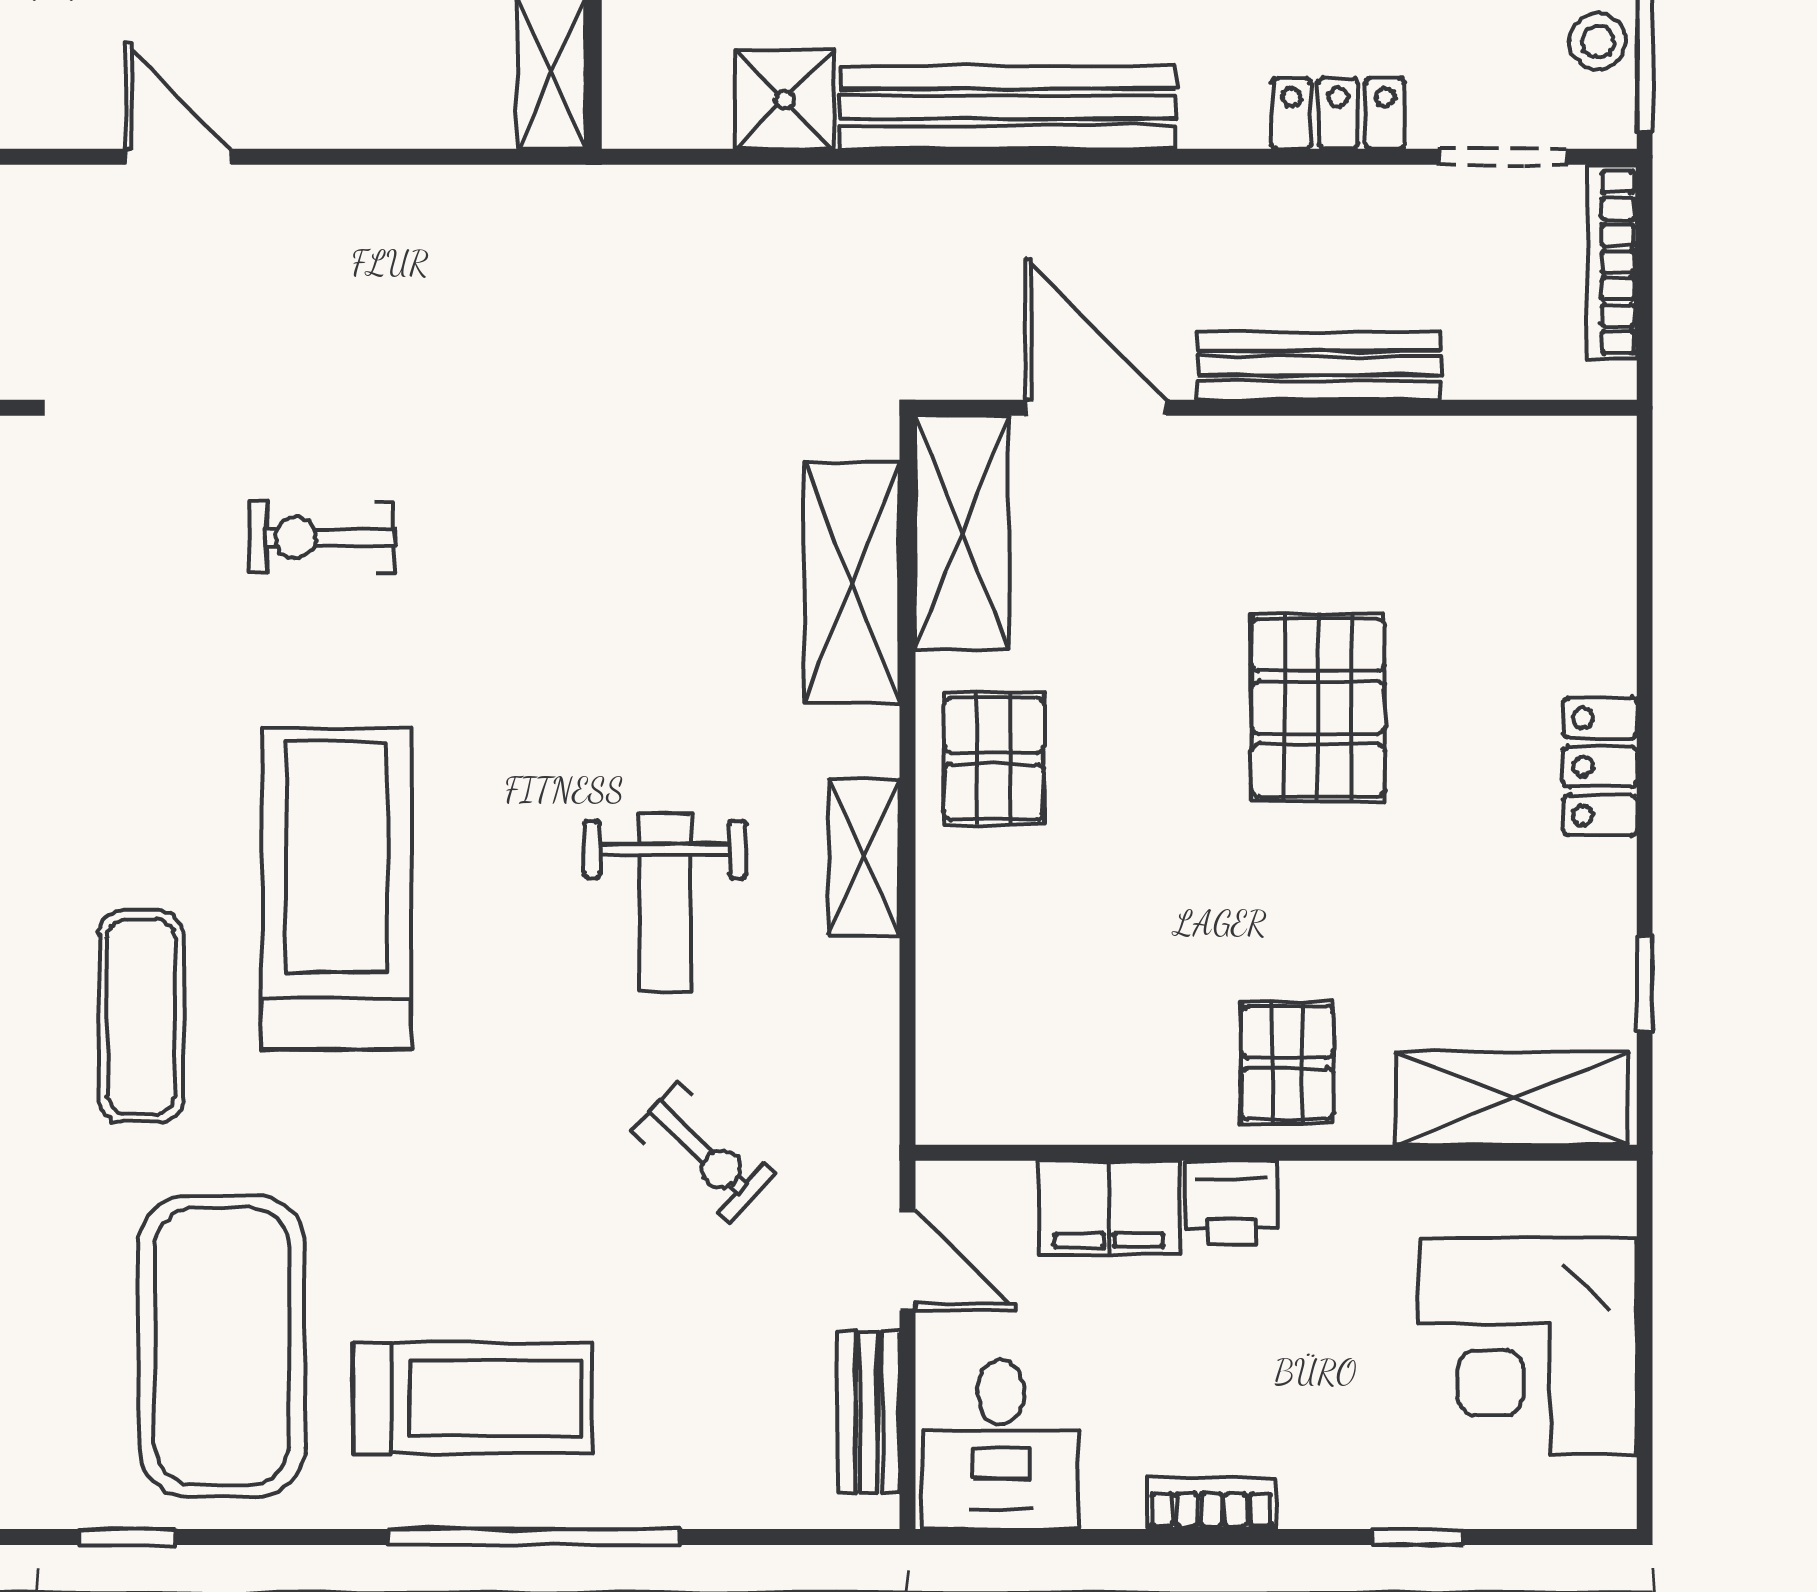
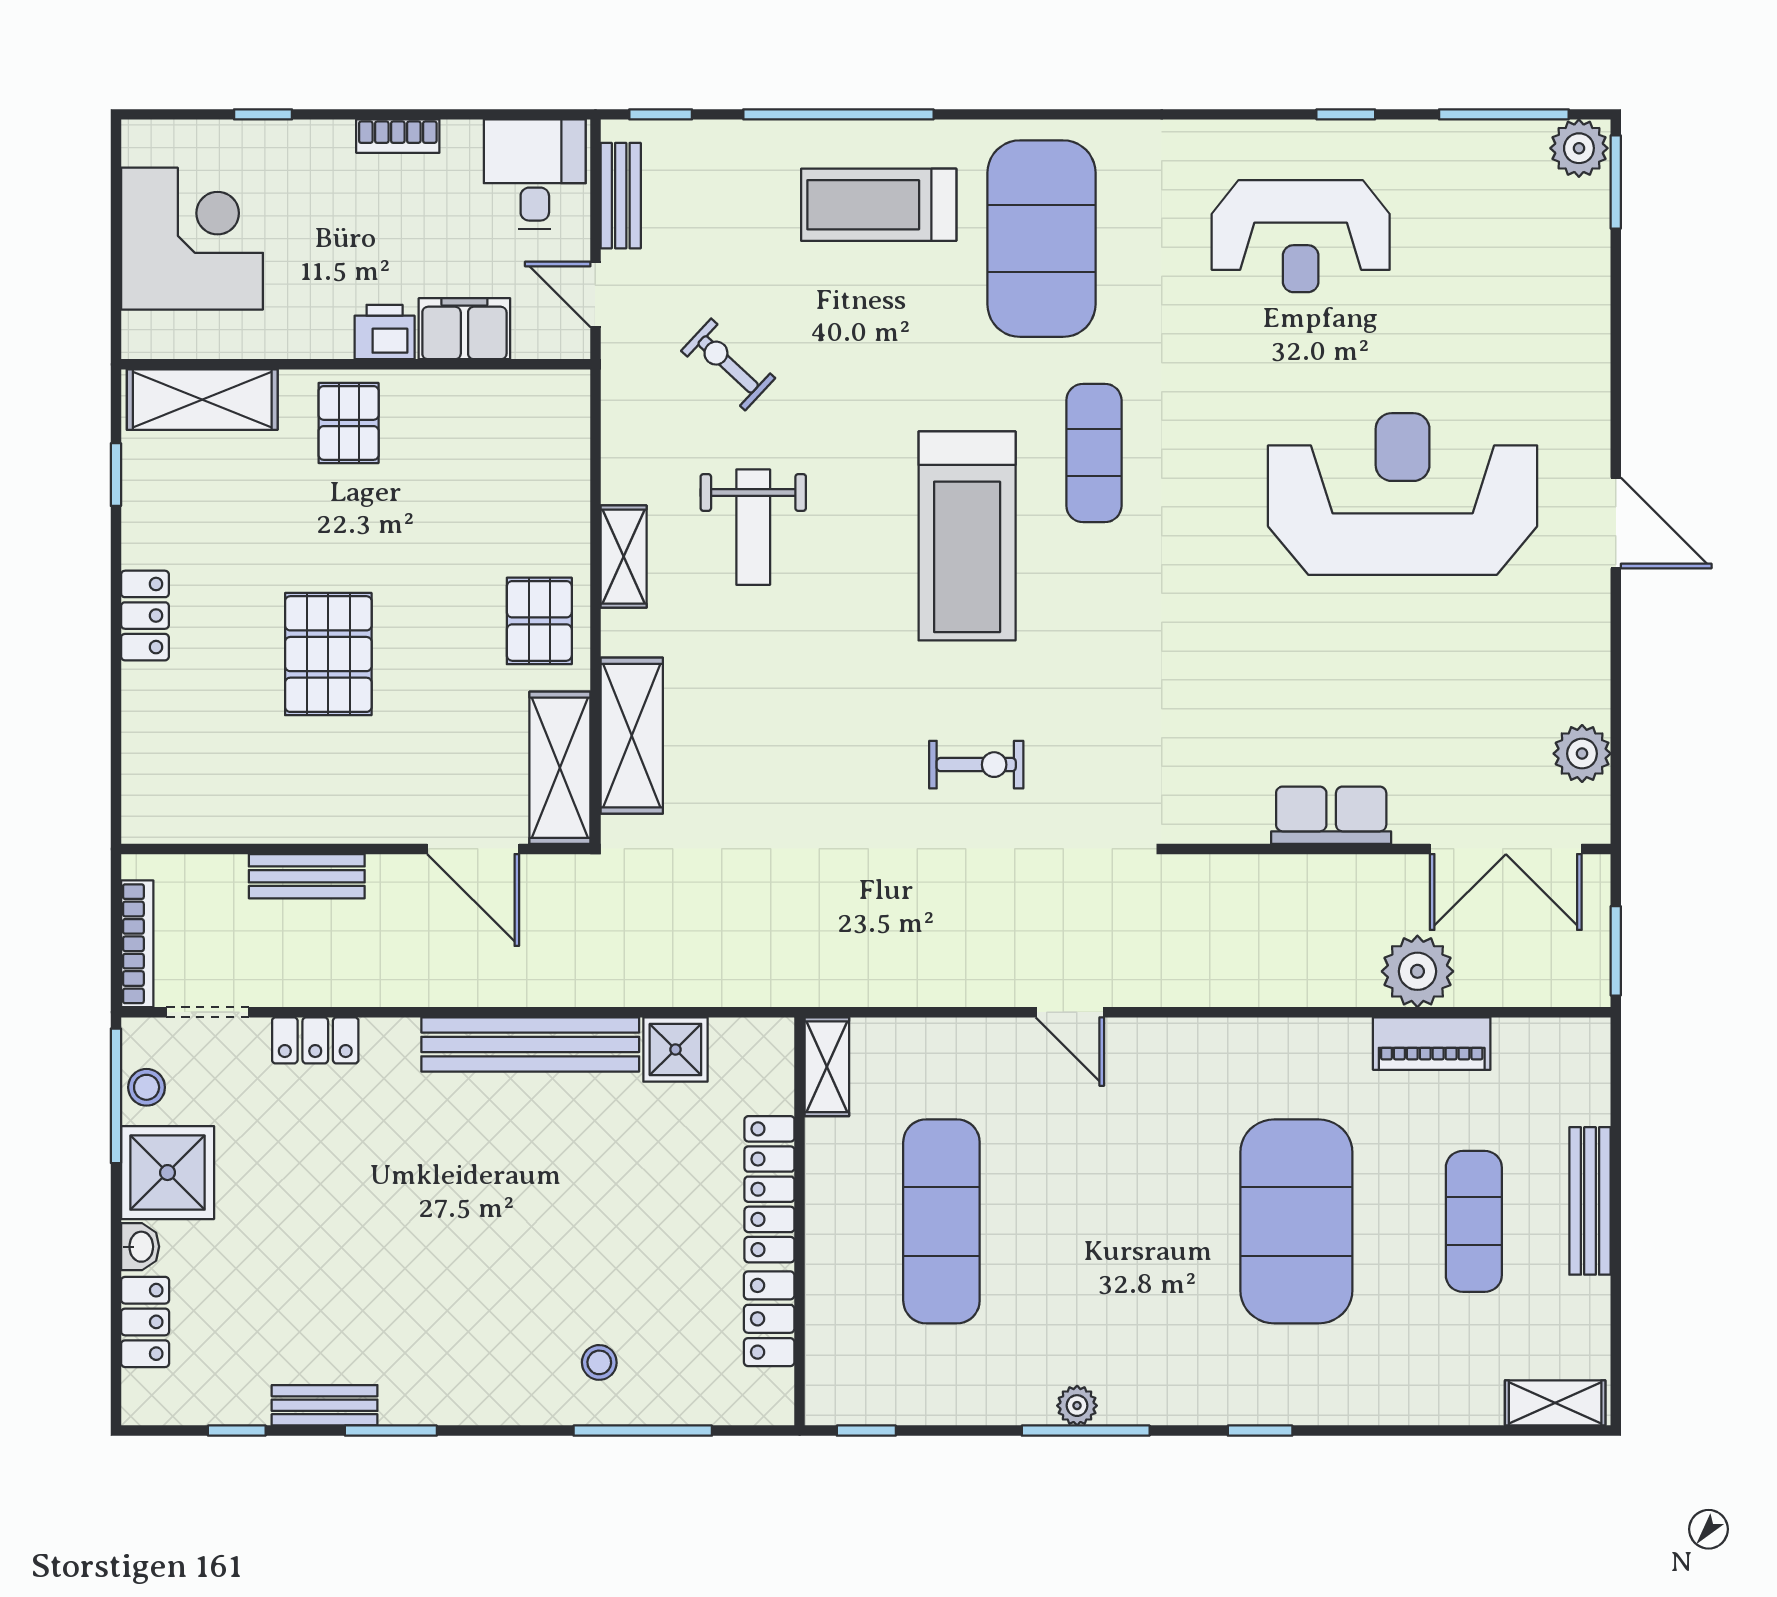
bench: (1319, 366) -> (307, 876), width x0.73
weight bench: (665, 903) -> (753, 527), turned 180
window: (127, 1537) -> (661, 114), moved

